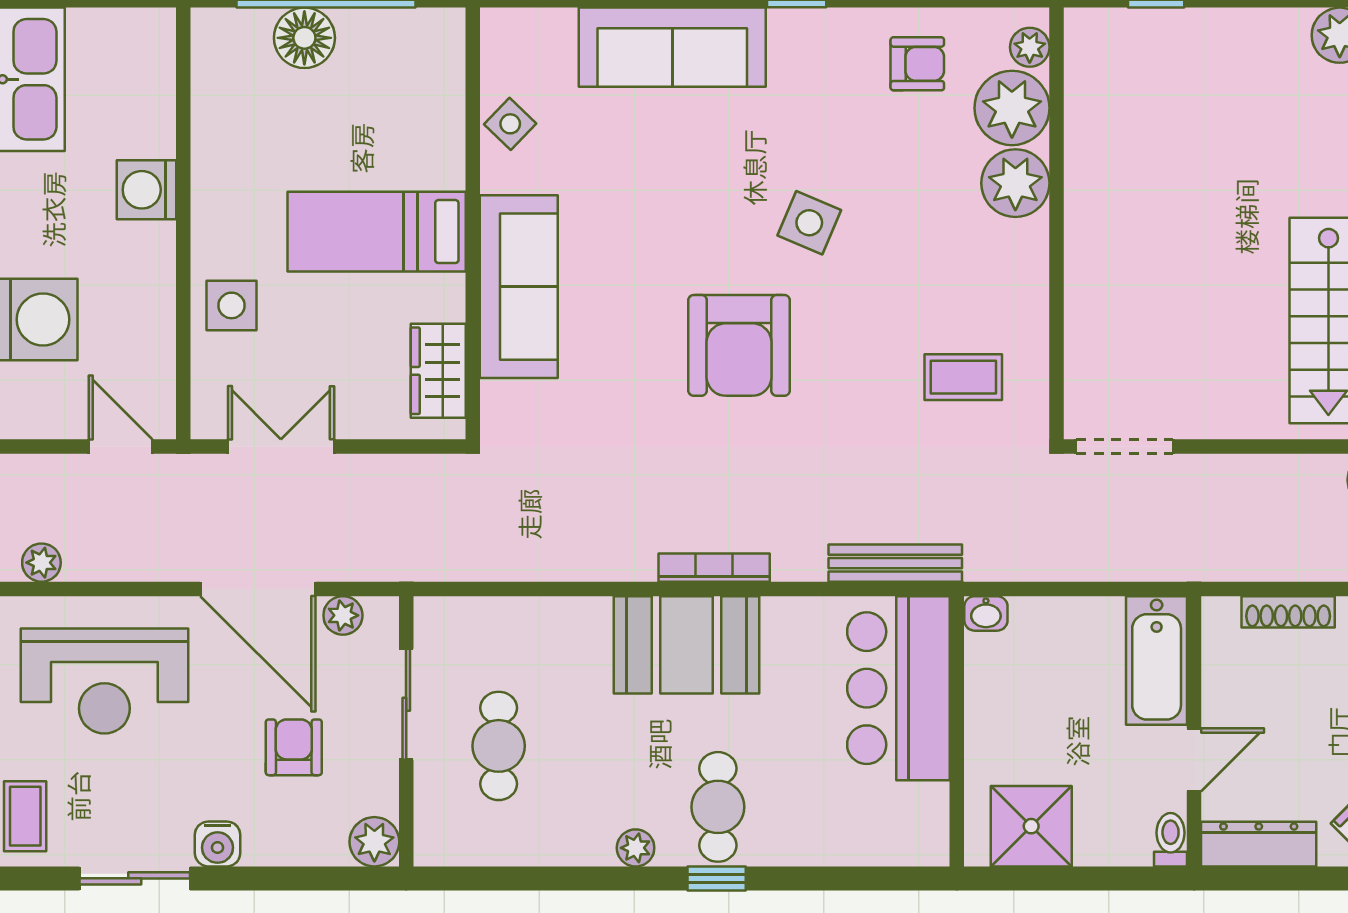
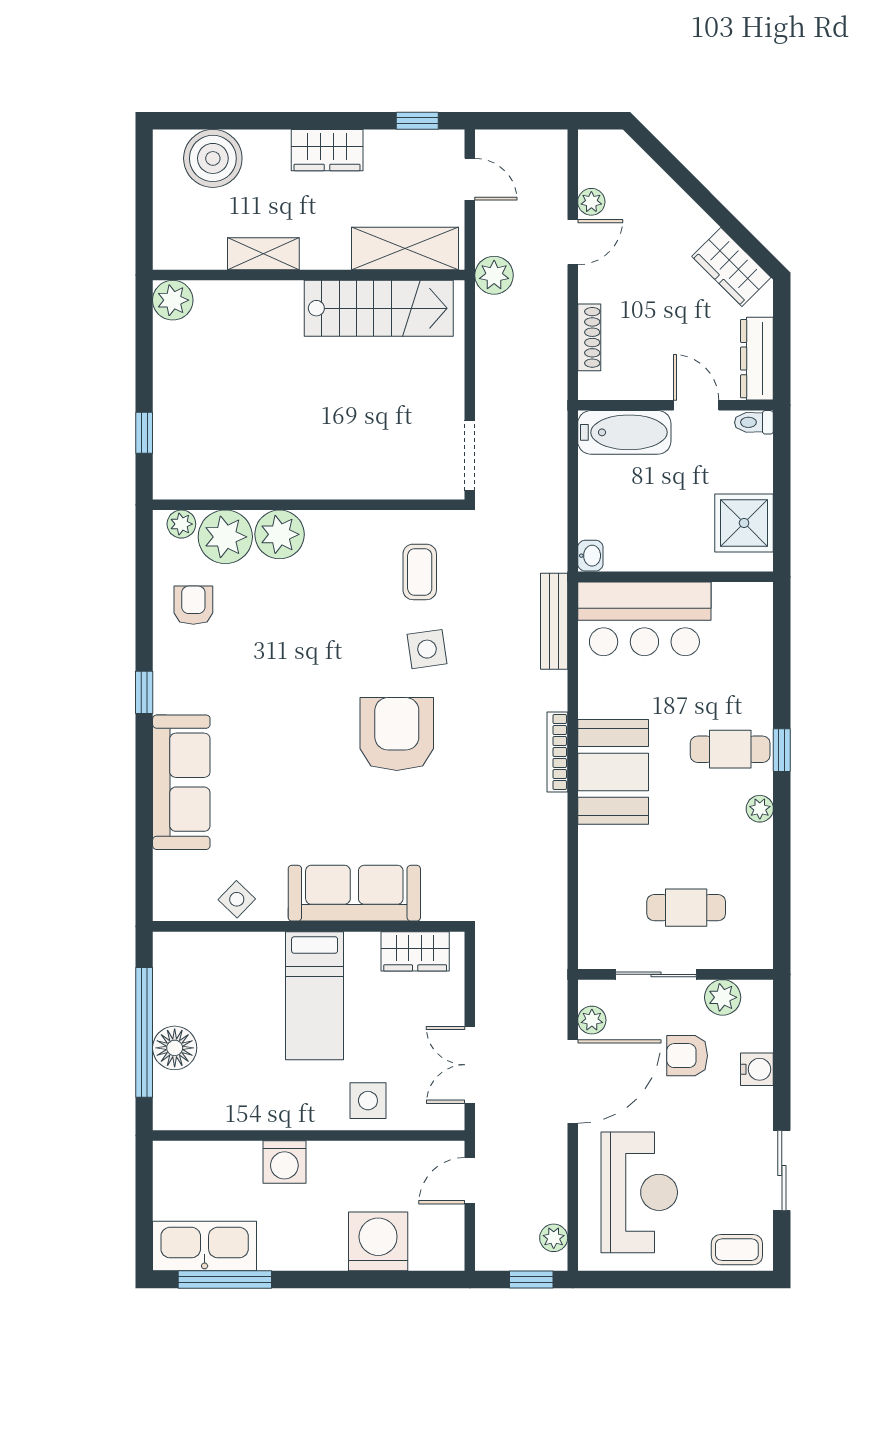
side table: (809, 223) -> (427, 649), moved, turned -31
armchair: (739, 345) -> (397, 734), turned -90
plant: (374, 842) -> (723, 997), moved
water cooler: (218, 844) -> (757, 1069), moved

